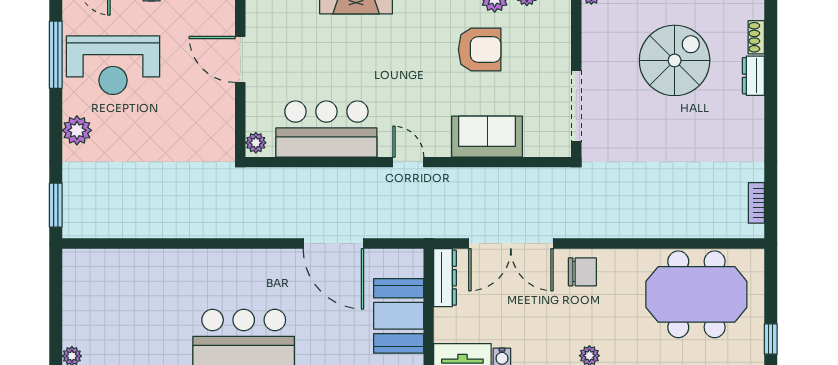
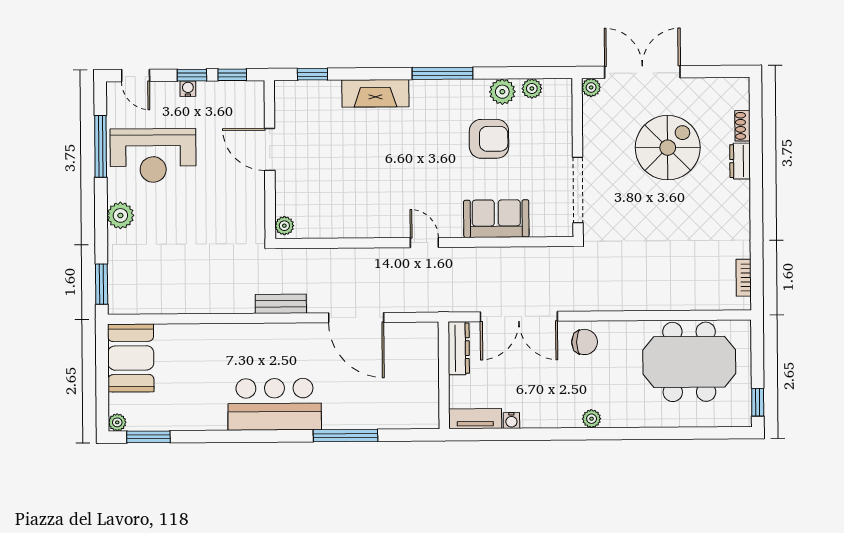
bar counter: (326, 129) -> (349, 213), removed
bench: (251, 228) -> (281, 304), added
booth: (399, 316) -> (131, 358), moved

